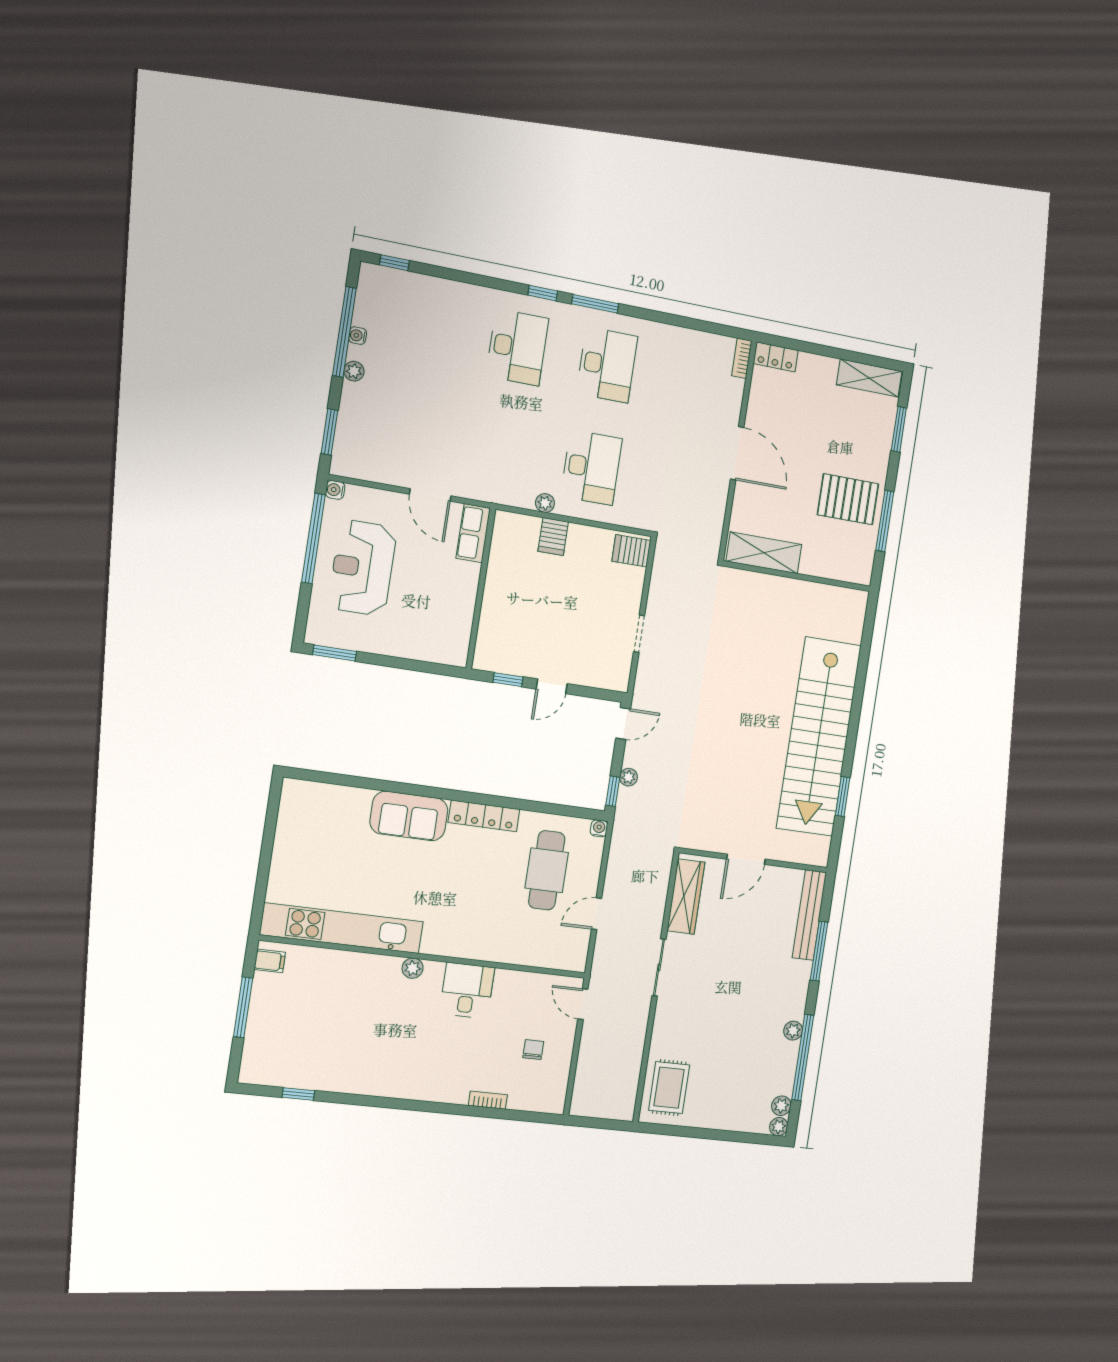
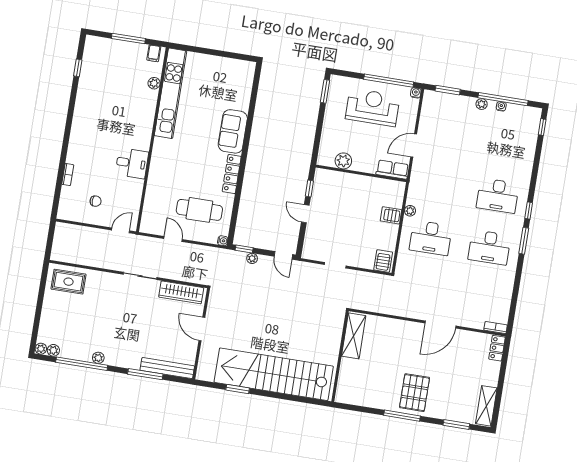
shelving: (764, 553) -> (354, 336), moved
wall: (797, 576) -> (340, 356), moved
plant: (459, 620) -> (343, 161), added
plant: (413, 968) -> (154, 83), moved

